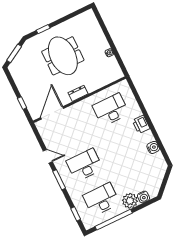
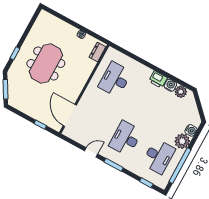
meeting table: (63, 56) -> (46, 63), turned 90
dresser: (78, 93) -> (97, 52), moved
printer: (141, 124) -> (158, 79), moved
plant: (158, 159) -> (181, 92), added
desk: (101, 199) -> (159, 156), turned 180

